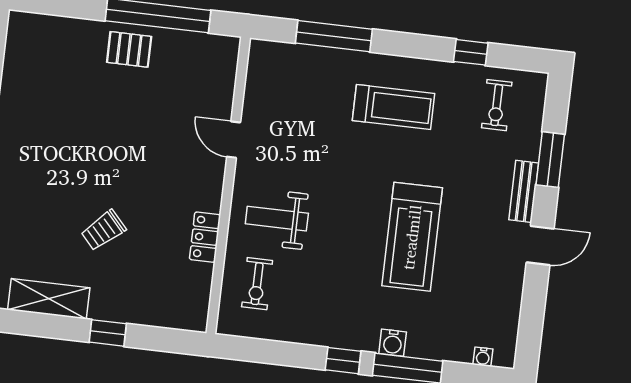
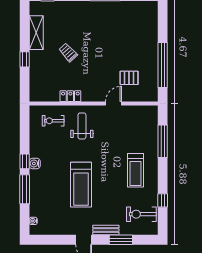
pallet: (129, 49) -> (129, 78), moved, turned 90
exercise bike: (497, 105) -> (141, 214), width x1.38, depth x1.39
treadmill: (412, 237) -> (81, 185), turned -90
water cooler: (393, 343) -> (35, 163), moved

